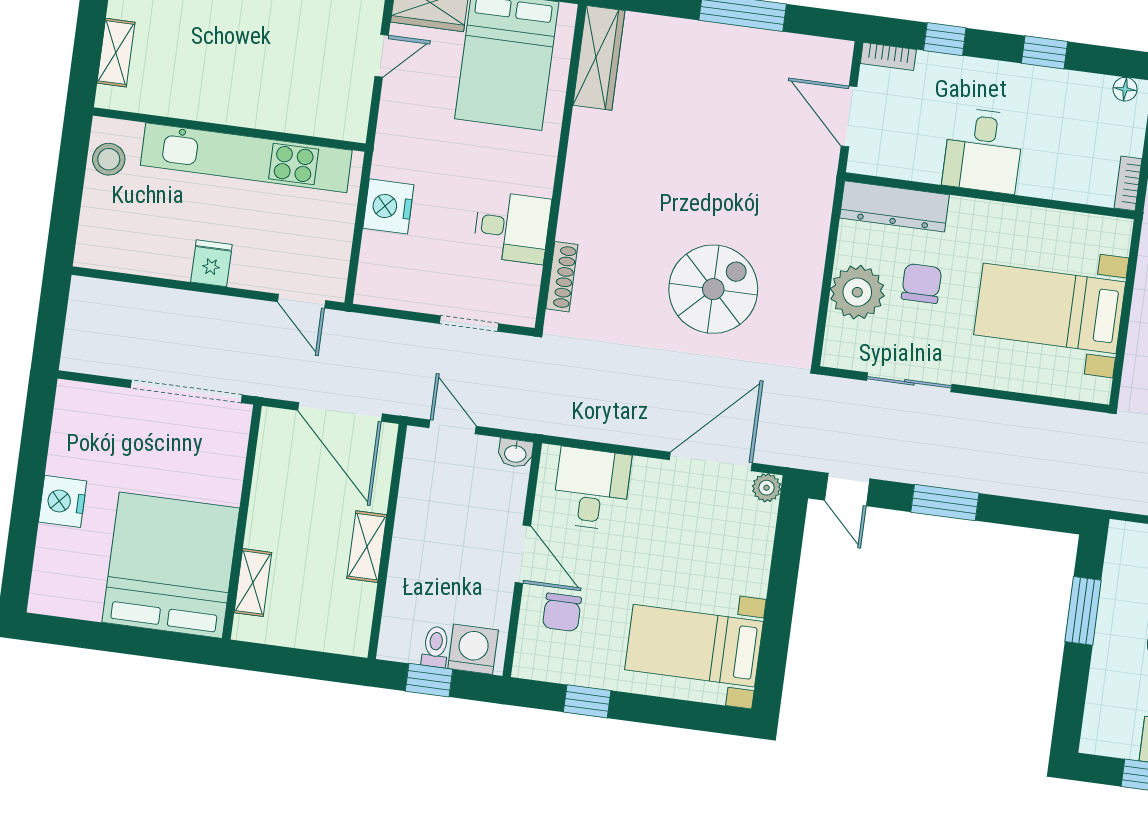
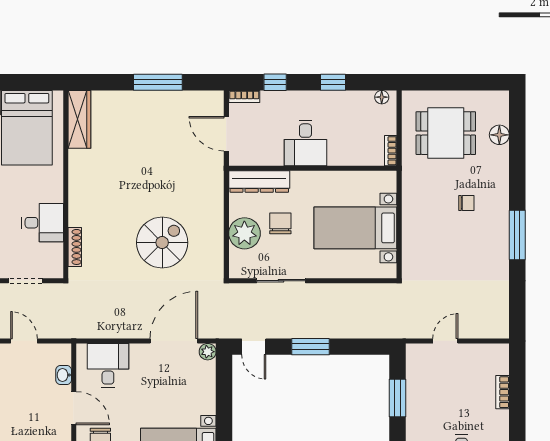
washbasin: (515, 453) -> (64, 375), moved, turned 90

